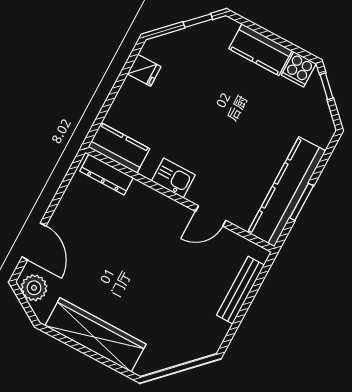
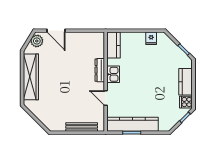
dresser: (106, 174) -> (100, 70), moved
door: (34, 241) -> (56, 31), hinge flipped

